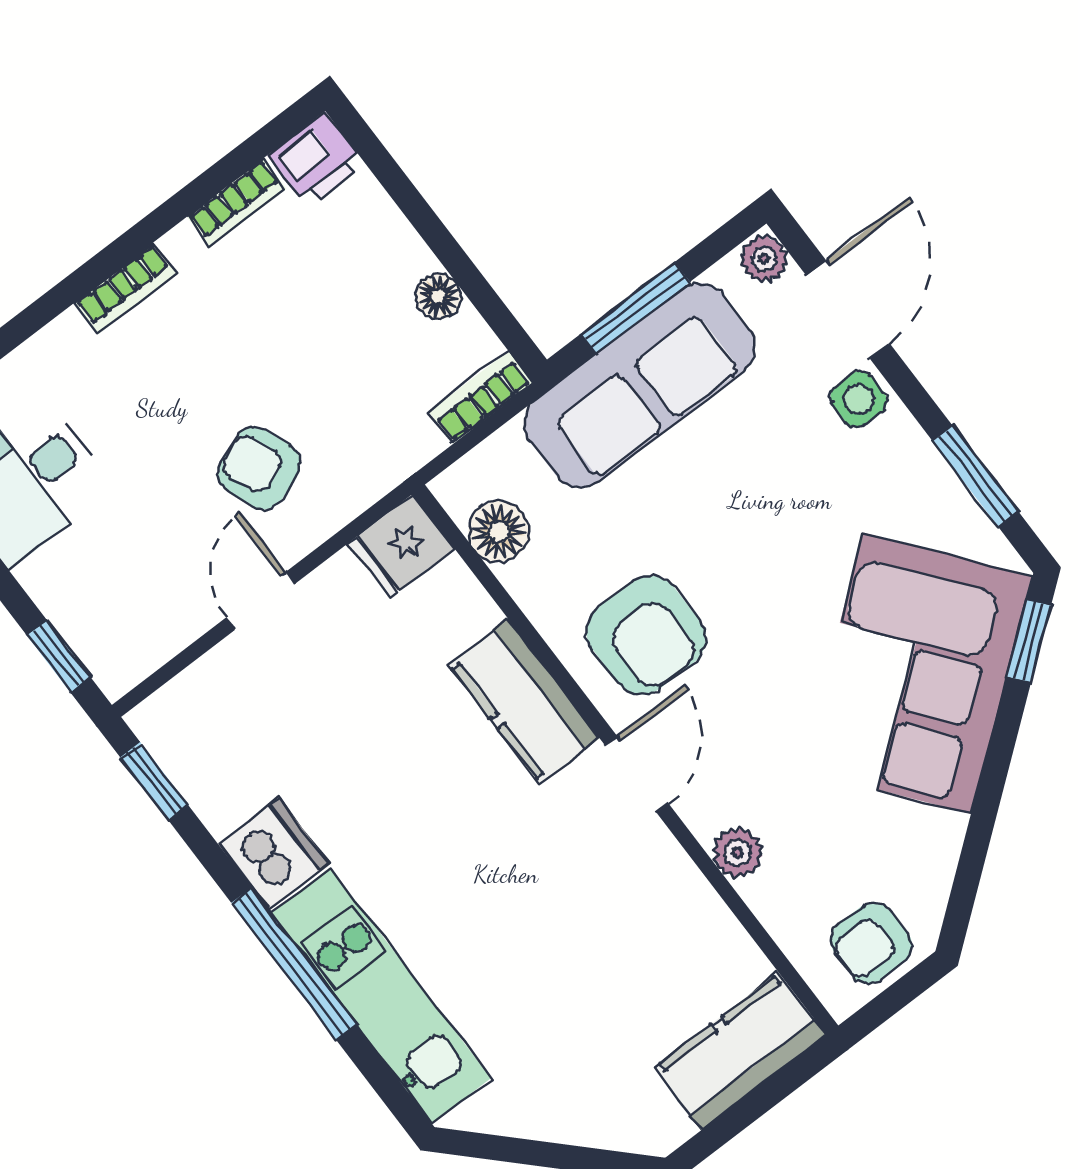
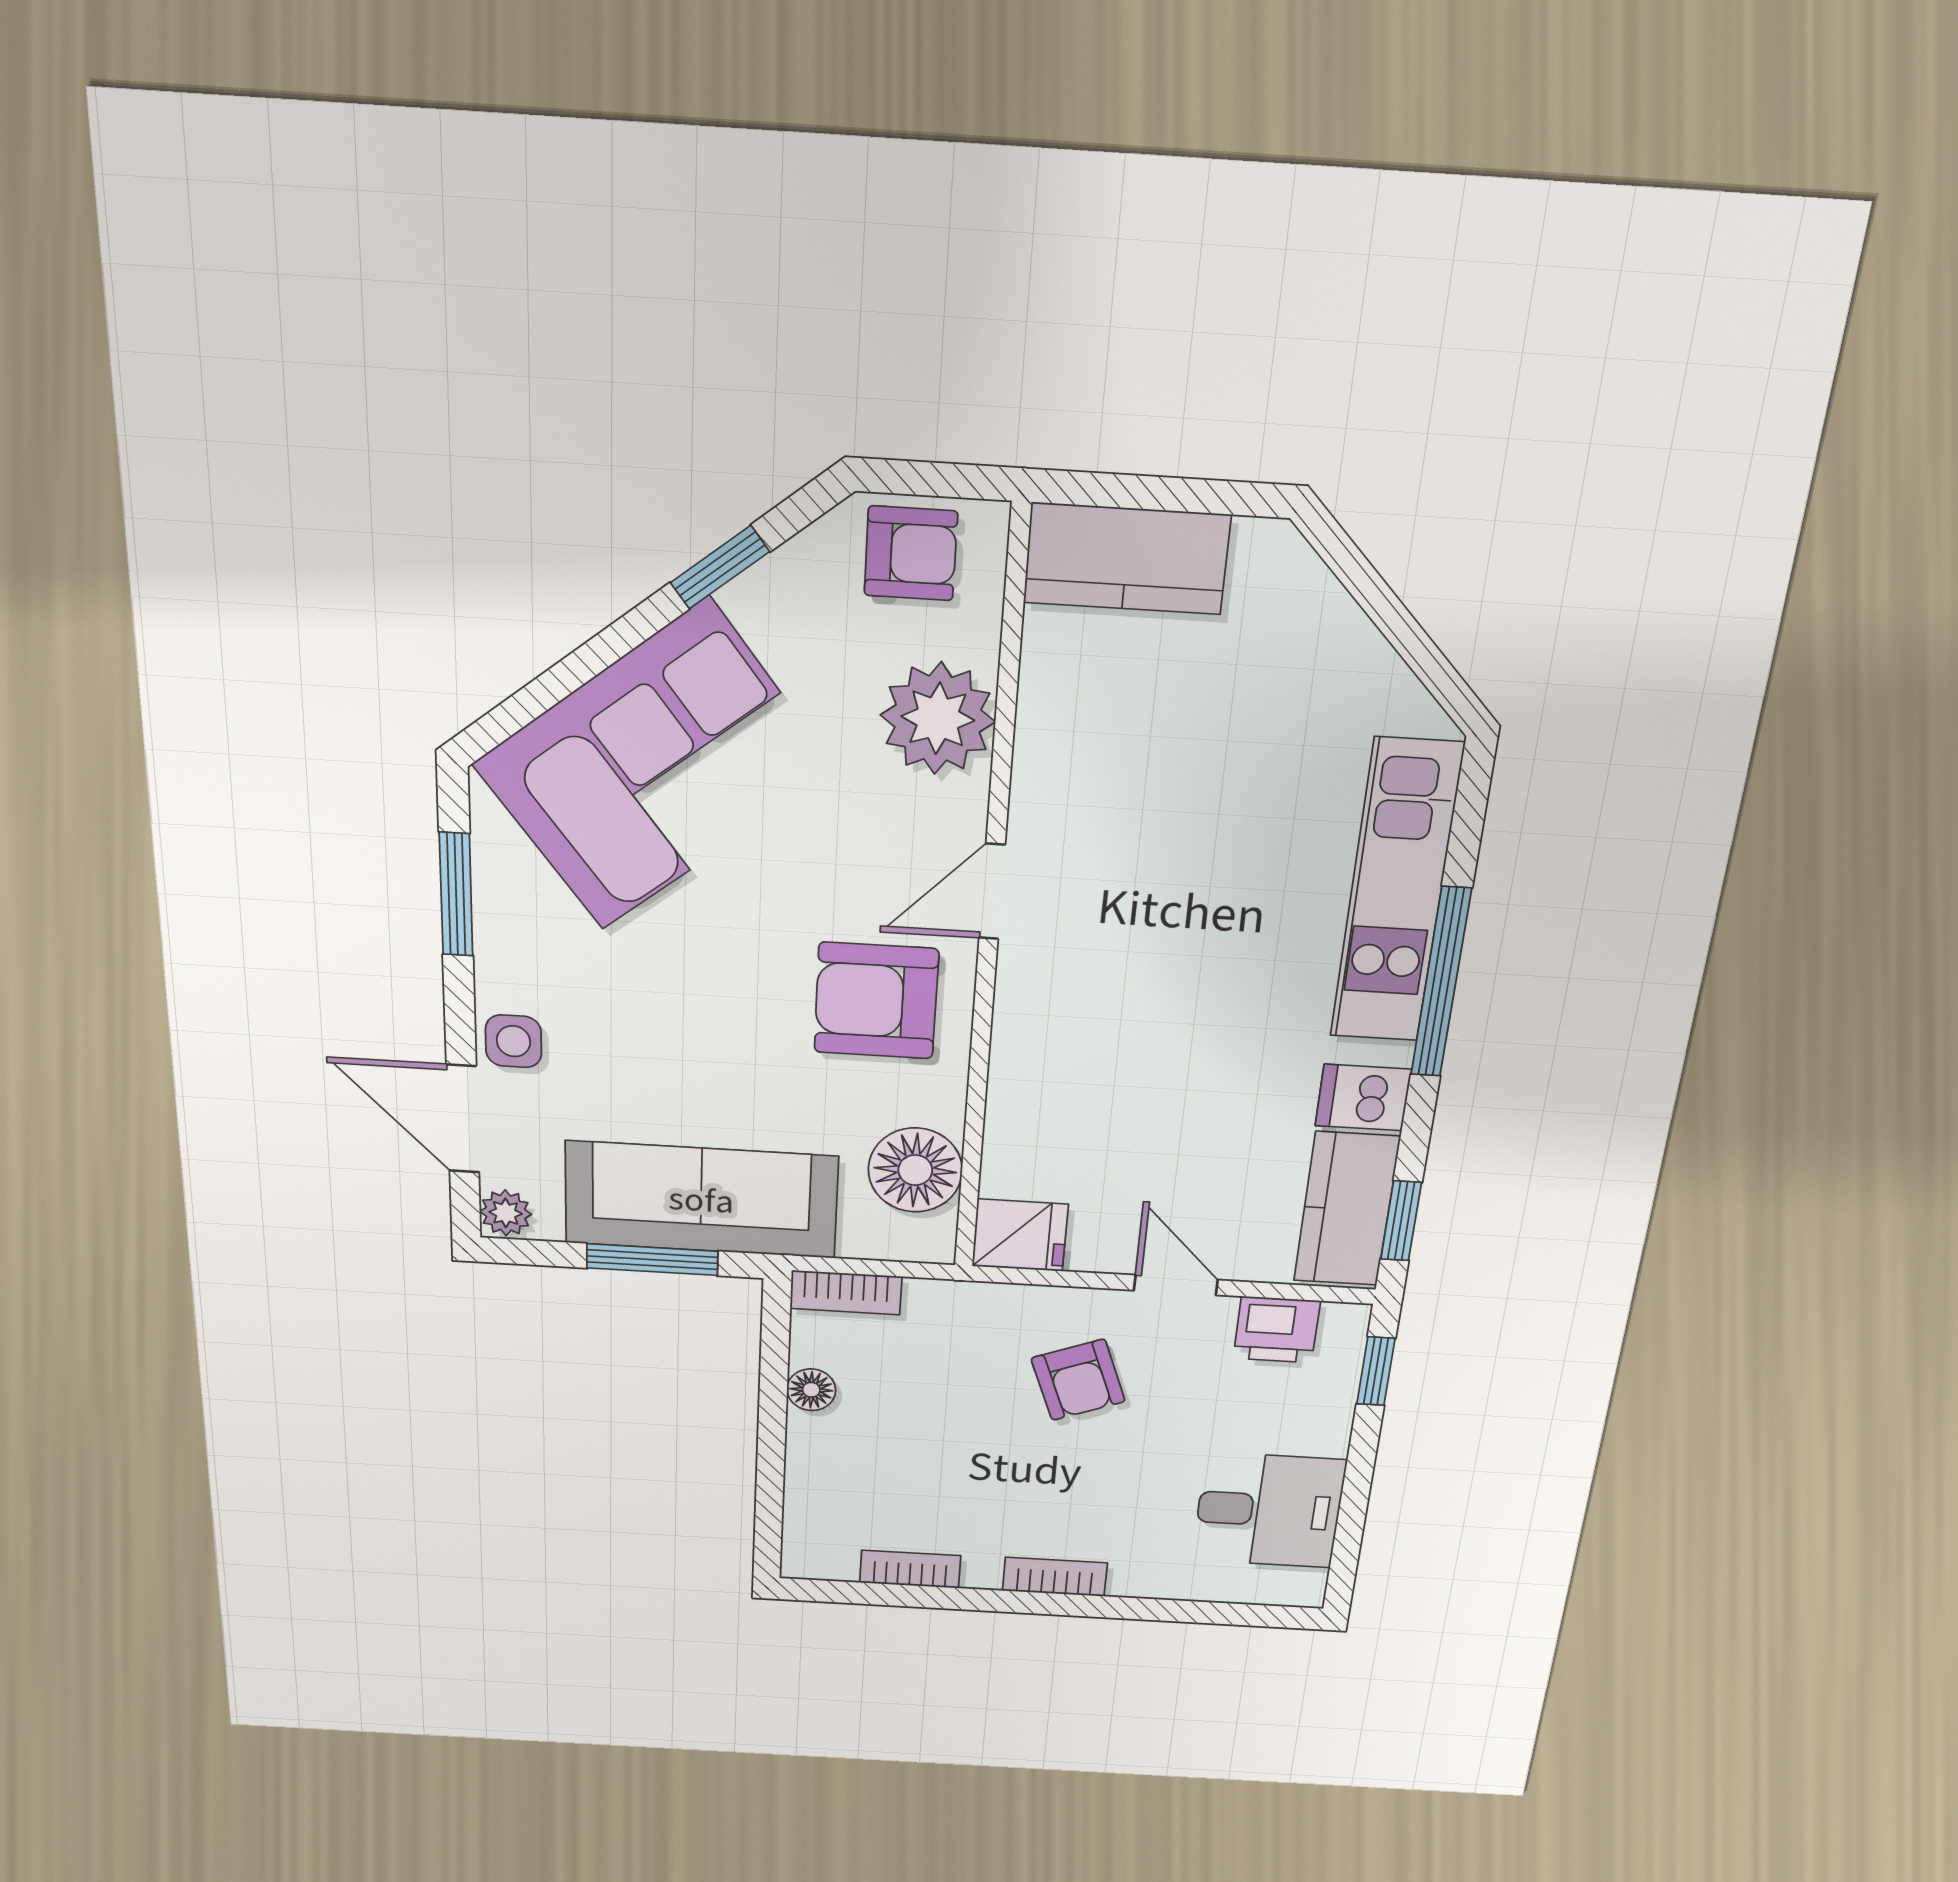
printer: (316, 159) -> (1277, 1330), moved, turned 180
door: (848, 310) -> (463, 1119), hinge flipped
floor lamp: (499, 532) -> (915, 1170), width x1.38, depth x1.38
door: (260, 601) -> (1176, 1285), swing flipped
armchair: (646, 635) -> (876, 1001), turned -90
window: (1029, 641) -> (720, 567), moved
kitchen counter: (524, 701) -> (1347, 1209), moved, turned 180
dishwasher: (273, 853) -> (1363, 1098), width x0.73
plant: (738, 853) -> (938, 718), width x1.88, depth x1.88

